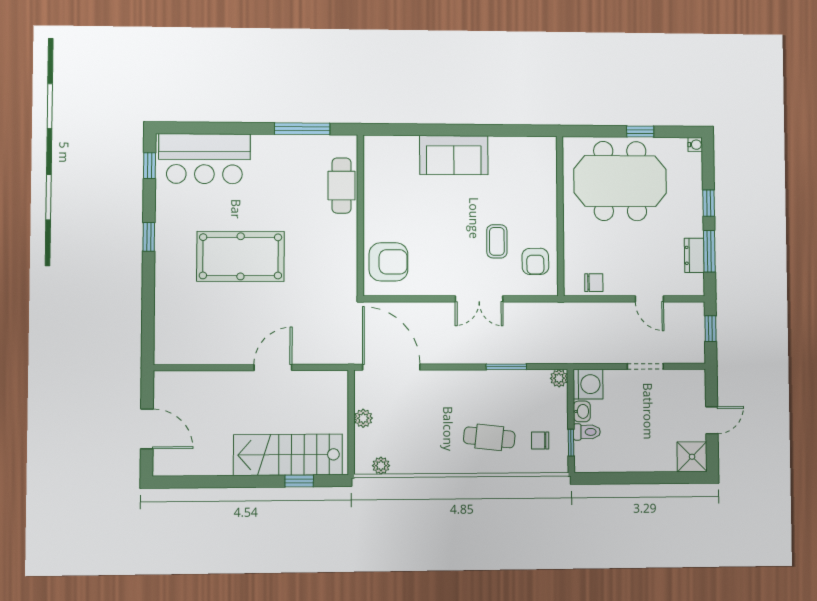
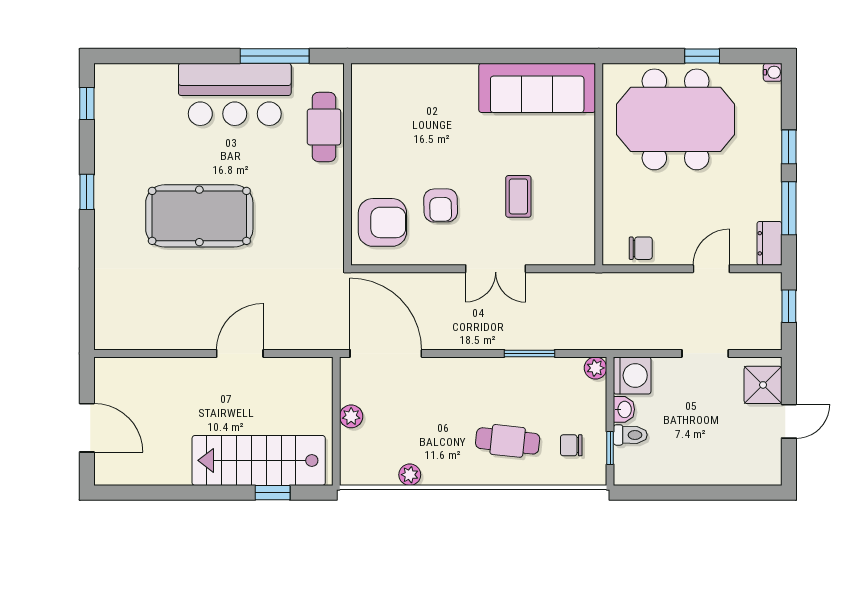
sofa: (454, 155) -> (537, 88), moved, width x1.36
bar counter: (205, 159) -> (235, 94), moved
dresser: (694, 255) -> (769, 243), moved
armchair: (535, 261) -> (441, 205), moved
door: (649, 299) -> (711, 269), swing flipped
shower: (692, 457) -> (763, 385), moved
plant: (381, 466) -> (410, 475), moved

